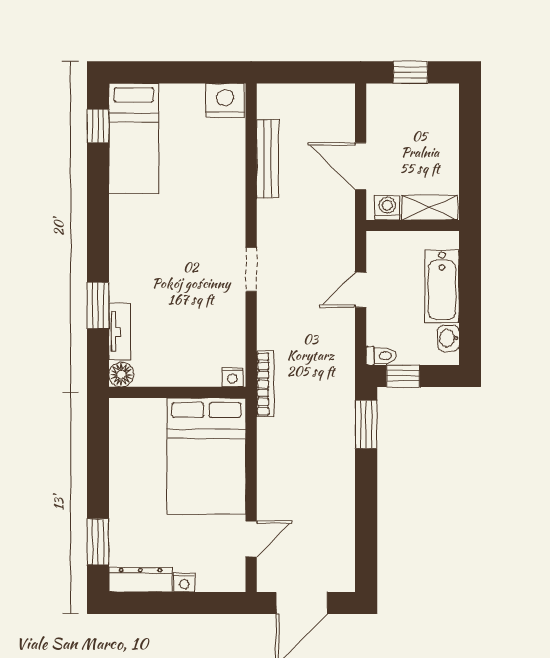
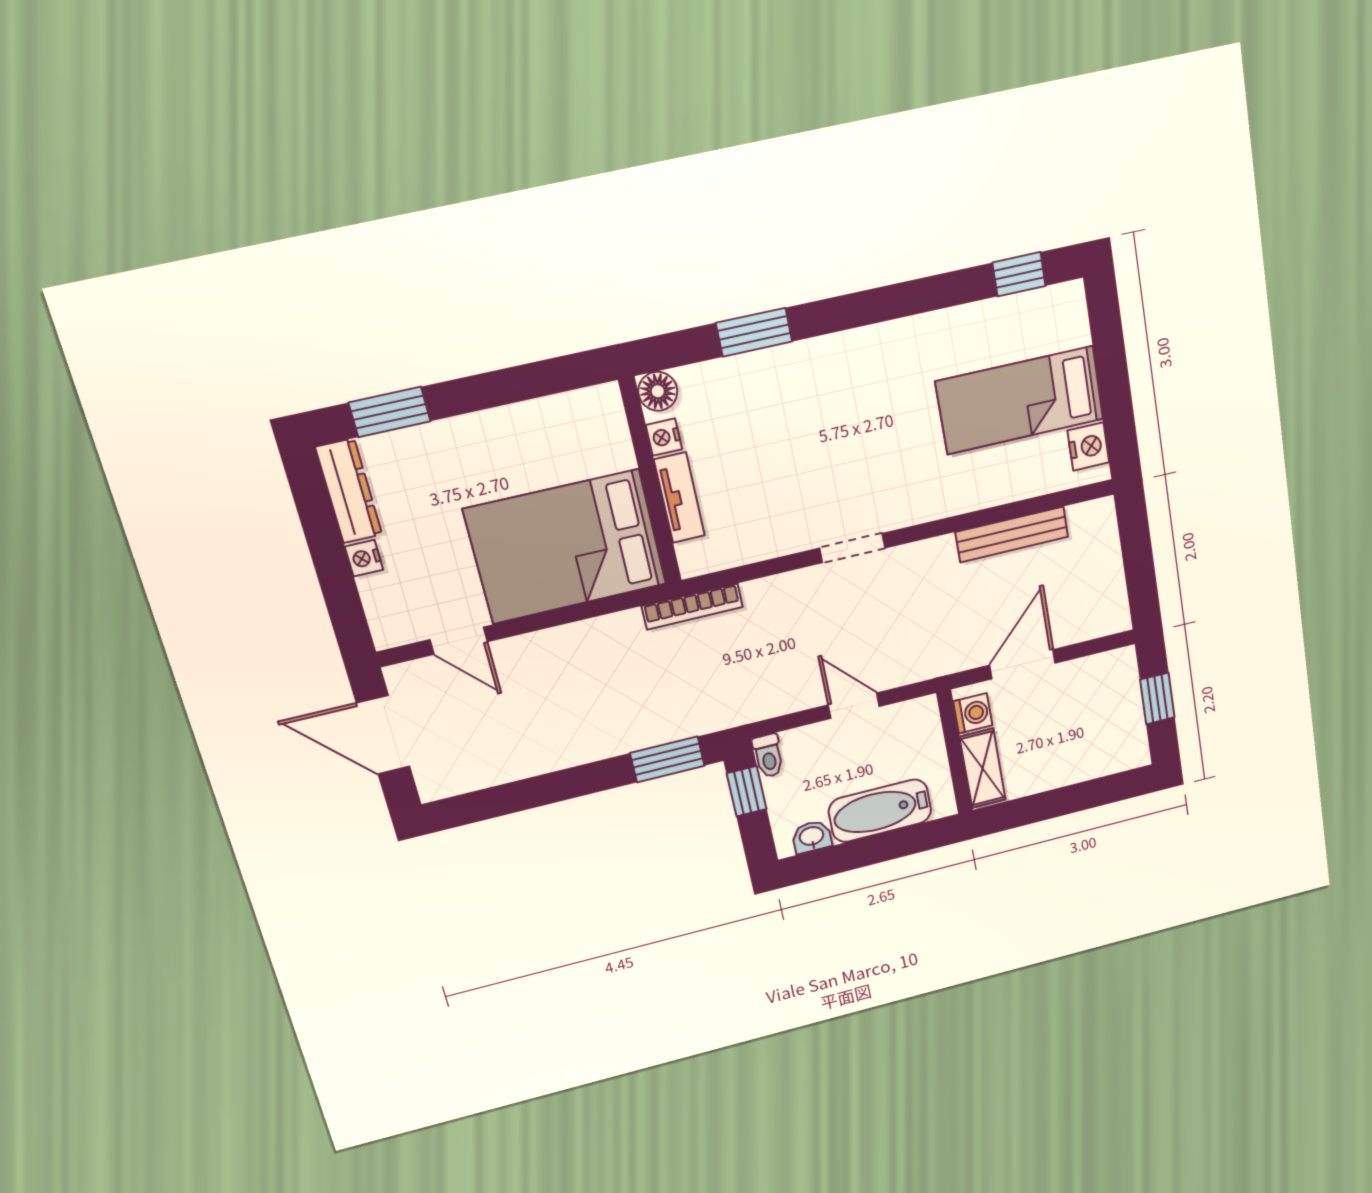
nightstand: (225, 100) -> (1088, 446), width x0.74, depth x0.75
bed: (134, 139) -> (1020, 400), moved
tv unit: (120, 332) -> (679, 498), moved, turned -90
nightstand: (232, 377) -> (664, 437), moved

